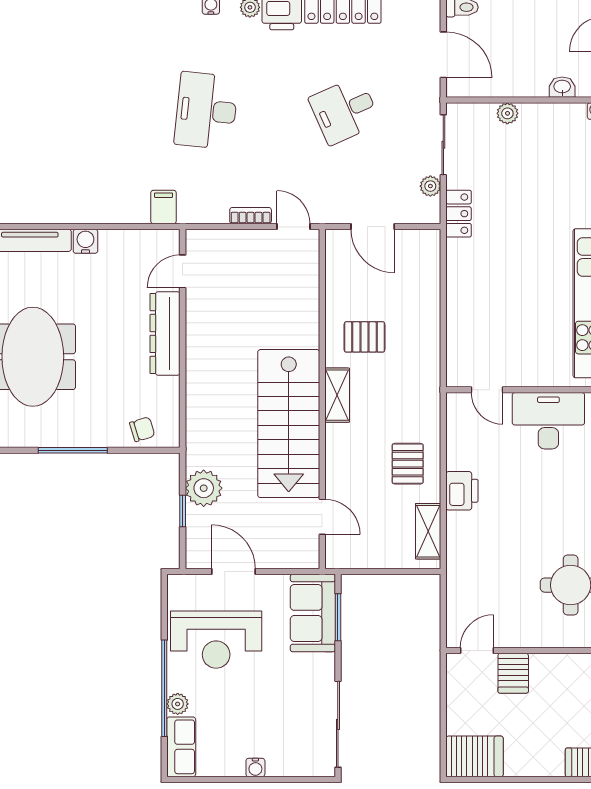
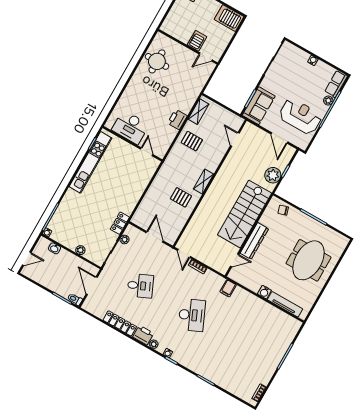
desk: (206, 111) -> (192, 315), turned -30
stairs: (289, 424) -> (245, 214), moved, turned 180
pallet: (408, 464) -> (192, 141), turned 90

